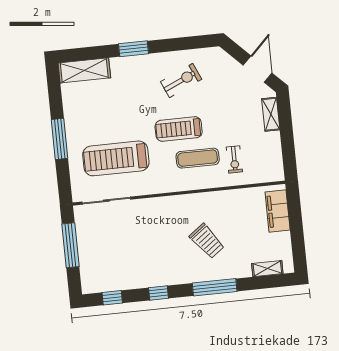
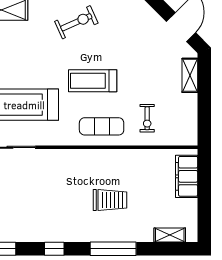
exercise bike: (181, 80) -> (76, 22), moved
exercise mat: (198, 158) -> (102, 126), moved
trolley: (207, 241) -> (110, 200), turned -53

